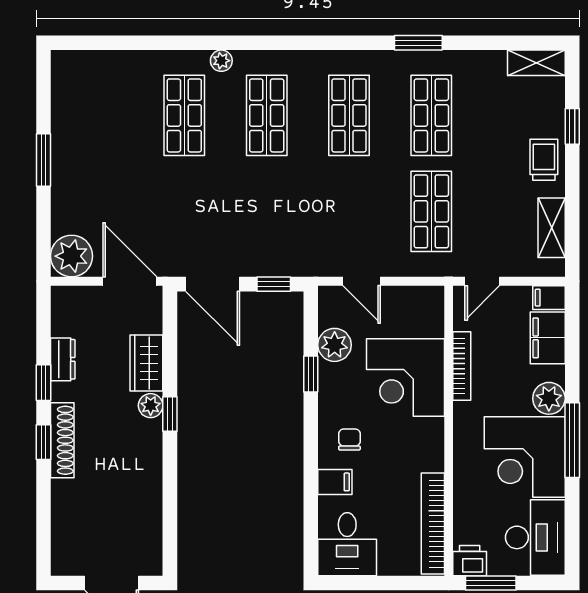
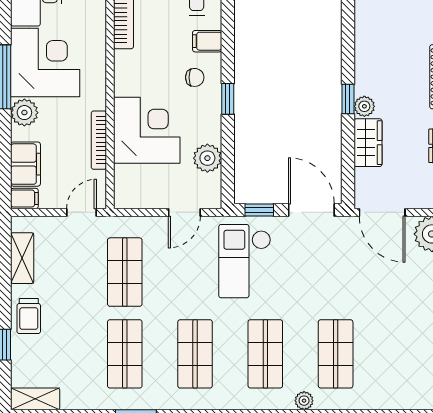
checkout: (291, 224) -> (245, 261), added
door: (362, 281) -> (184, 212), swing flipped
window: (311, 374) -> (228, 99), moved
chair: (349, 439) -> (195, 77), turned -90

